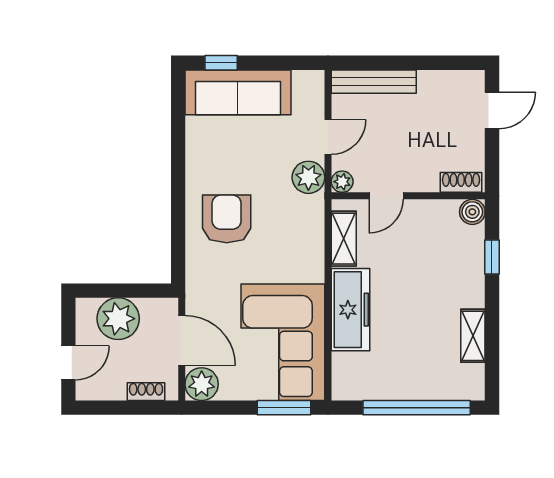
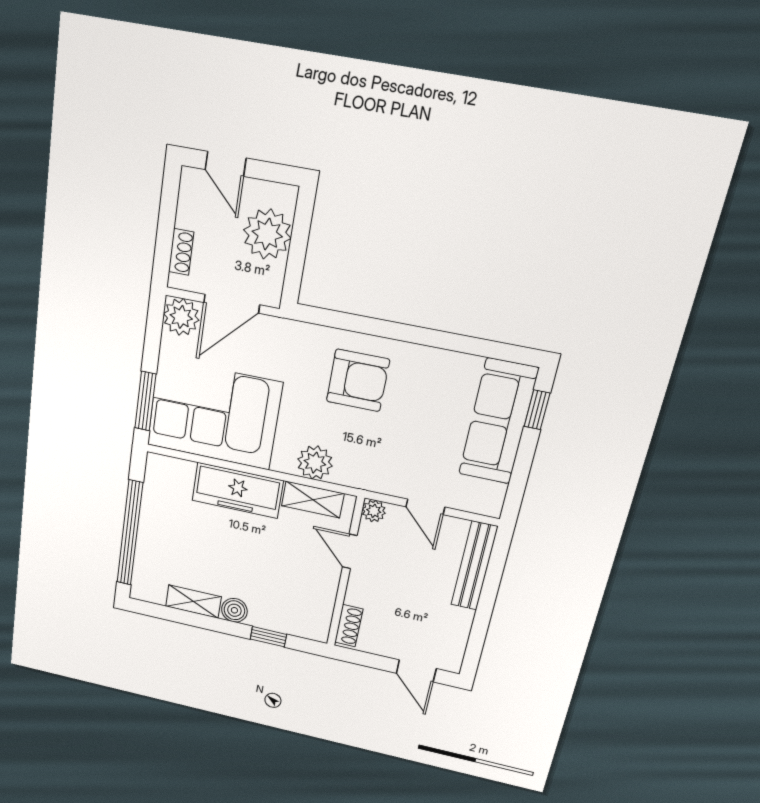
plant: (308, 177) -> (315, 463), moved
boiler: (472, 212) -> (234, 610), moved

